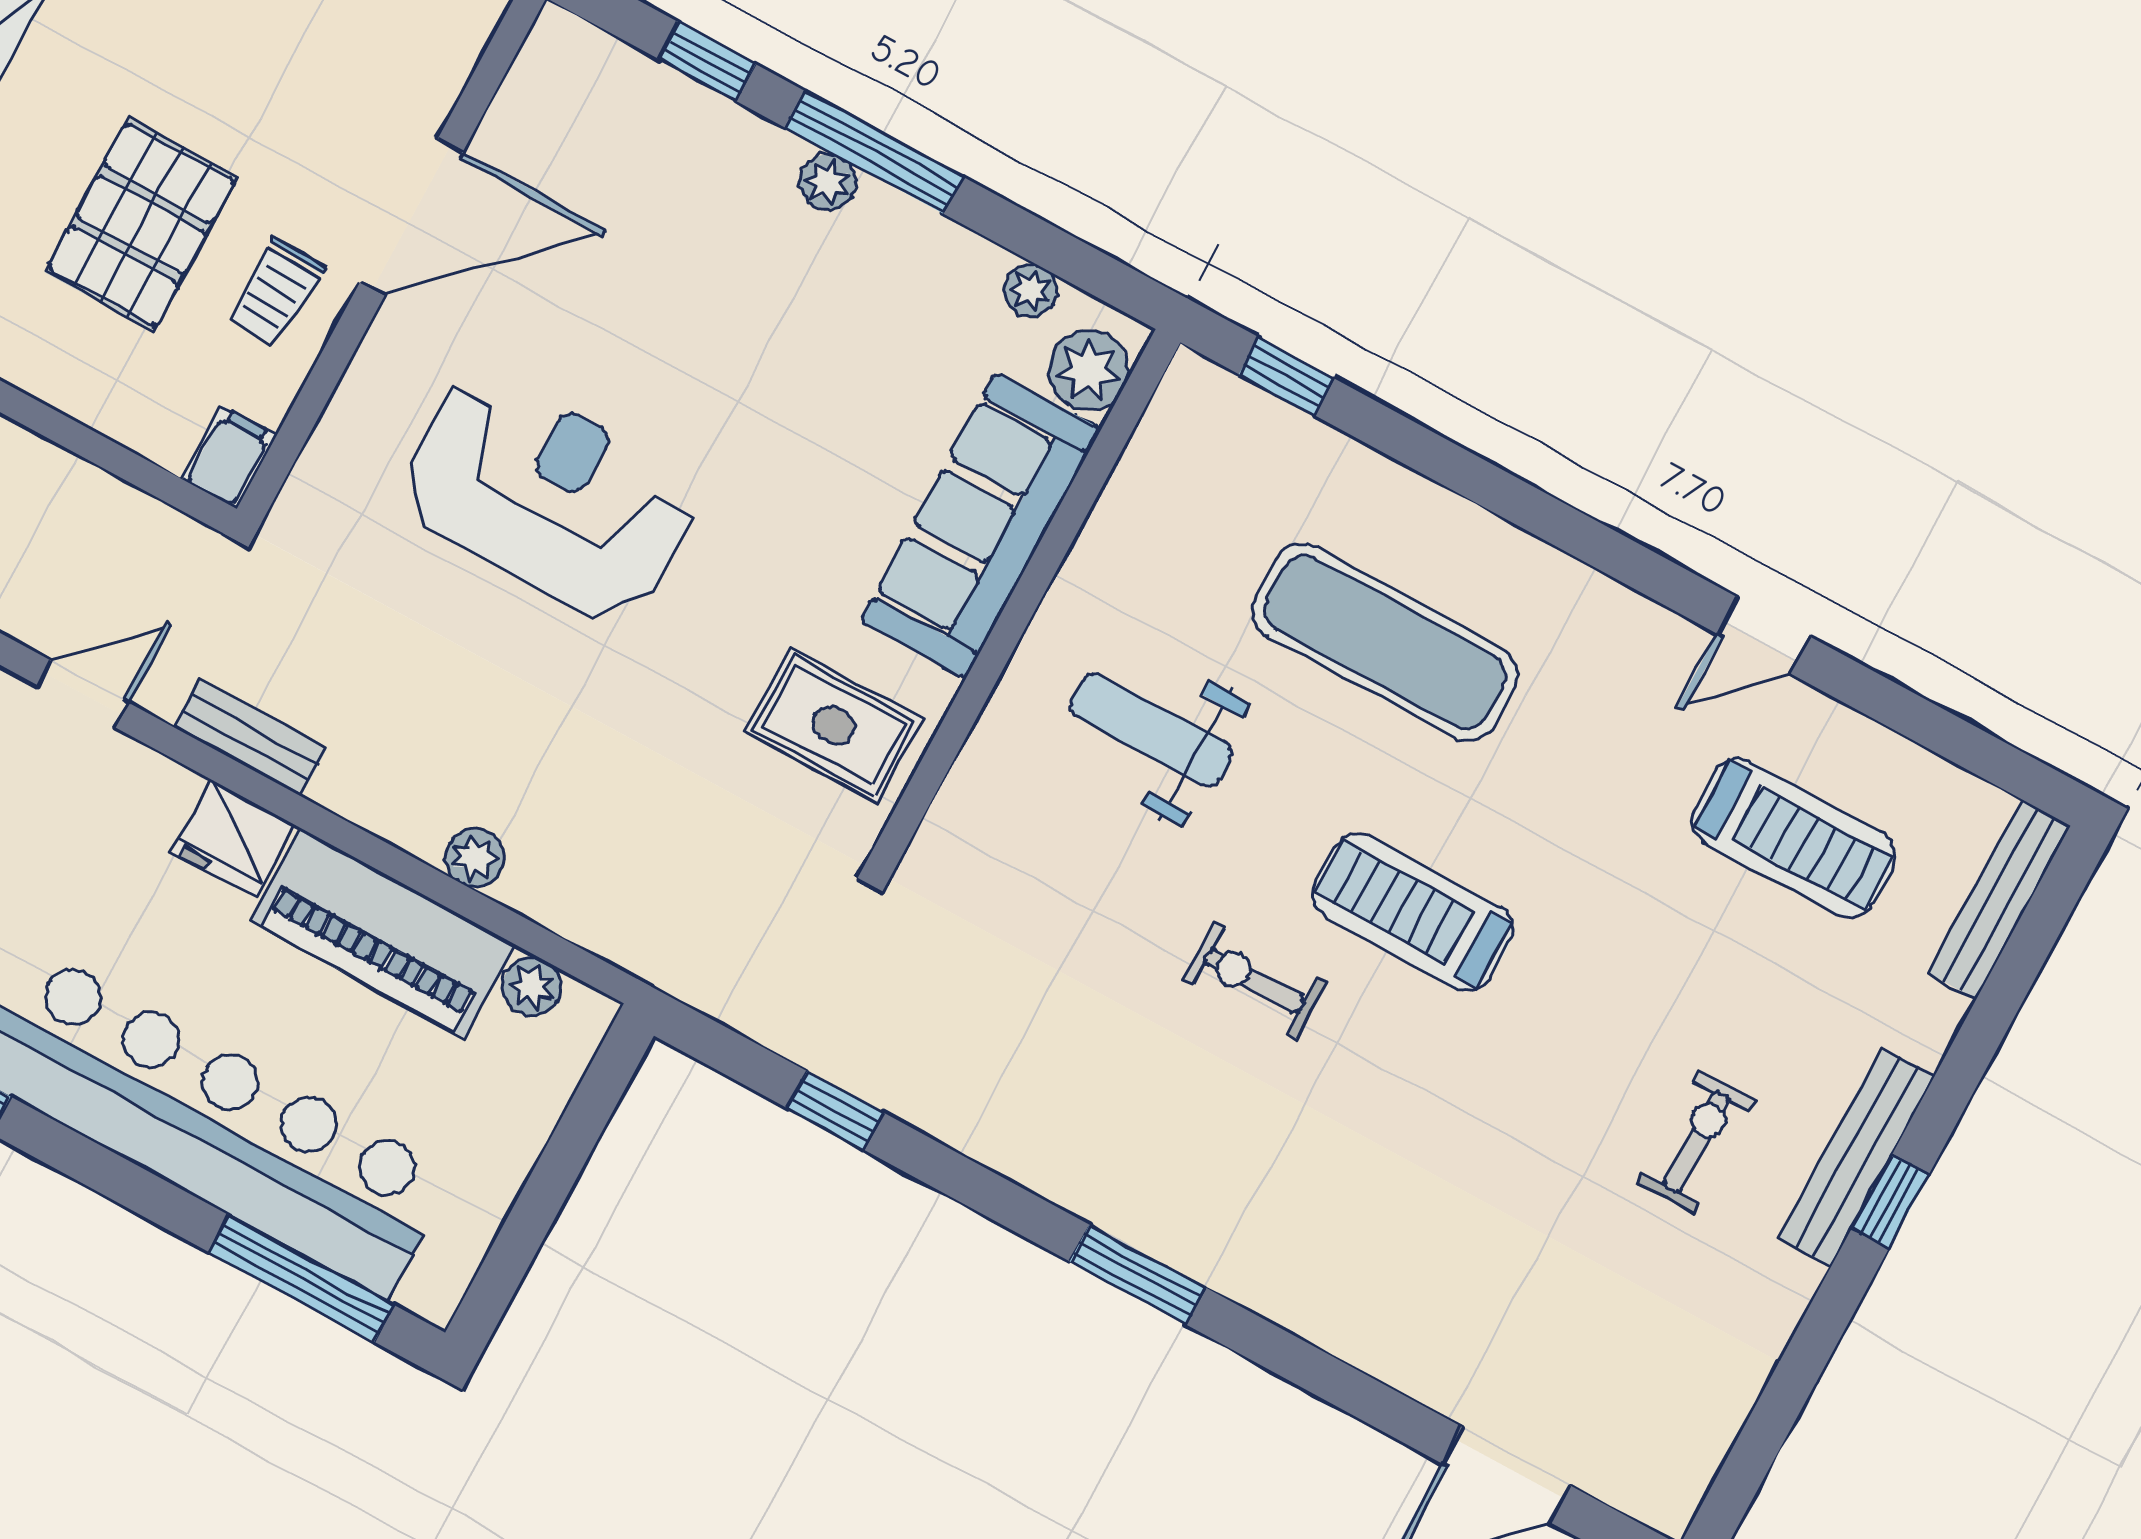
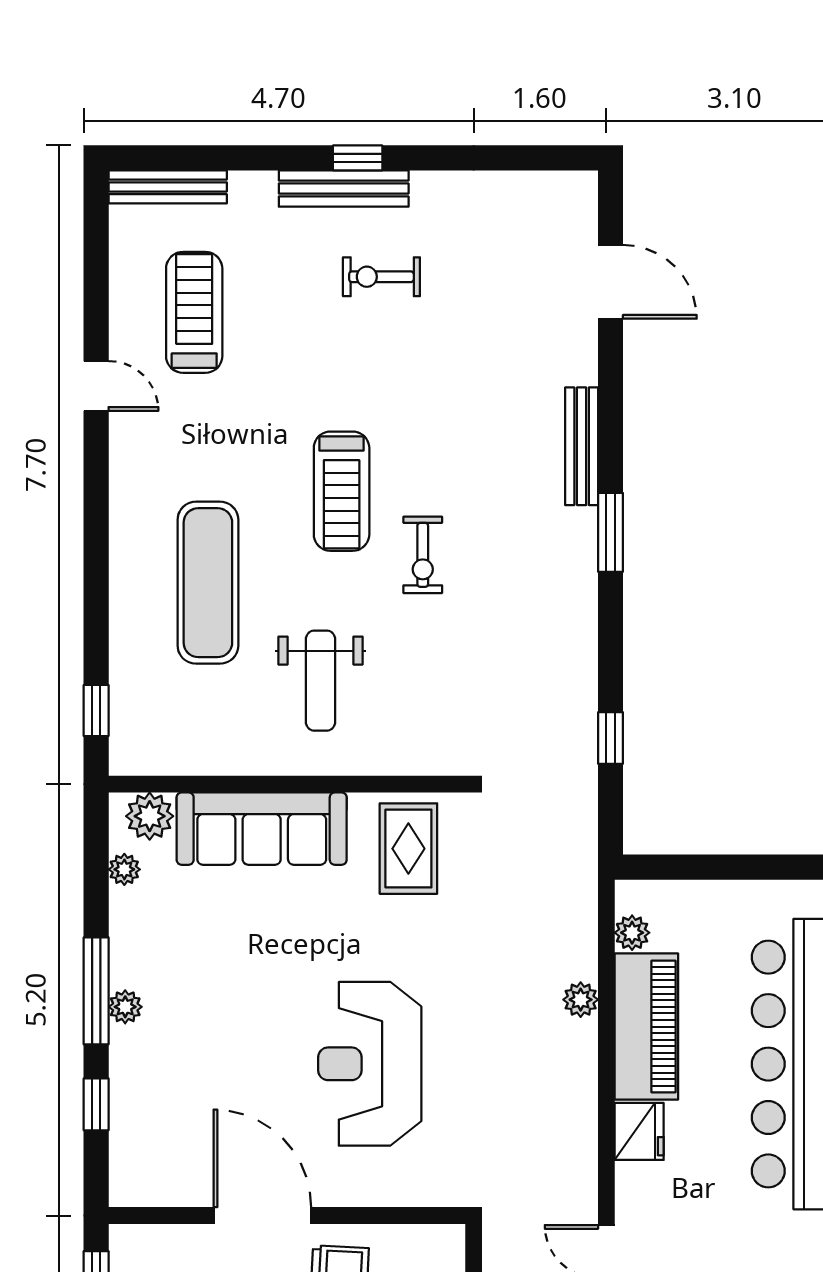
filing cabinet: (229, 457) -> (440, 1243), removed
bench: (251, 738) -> (582, 446), moved, width x1.36

